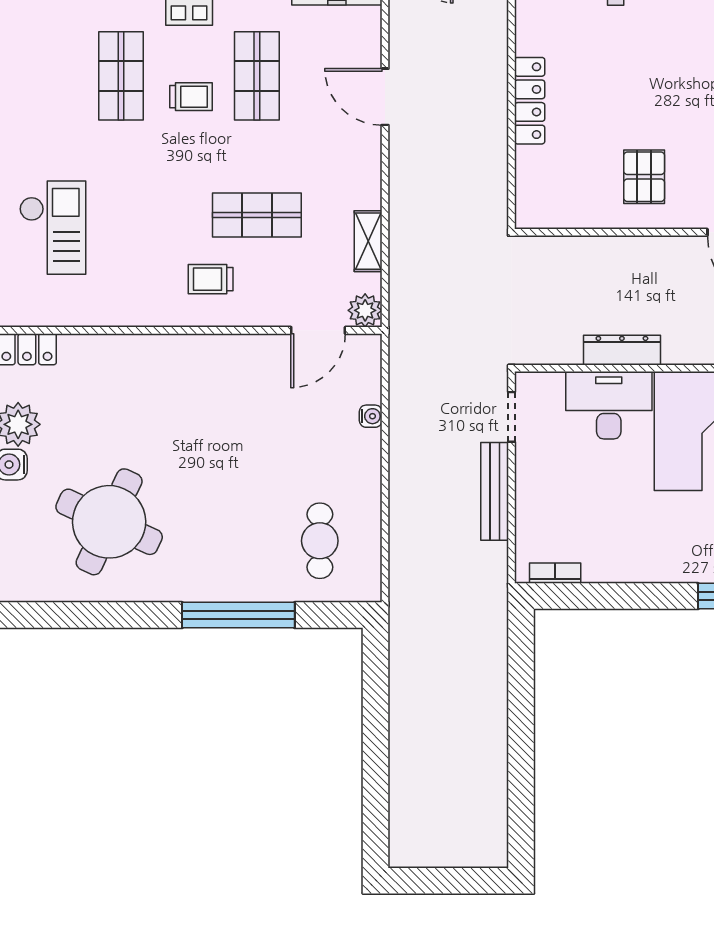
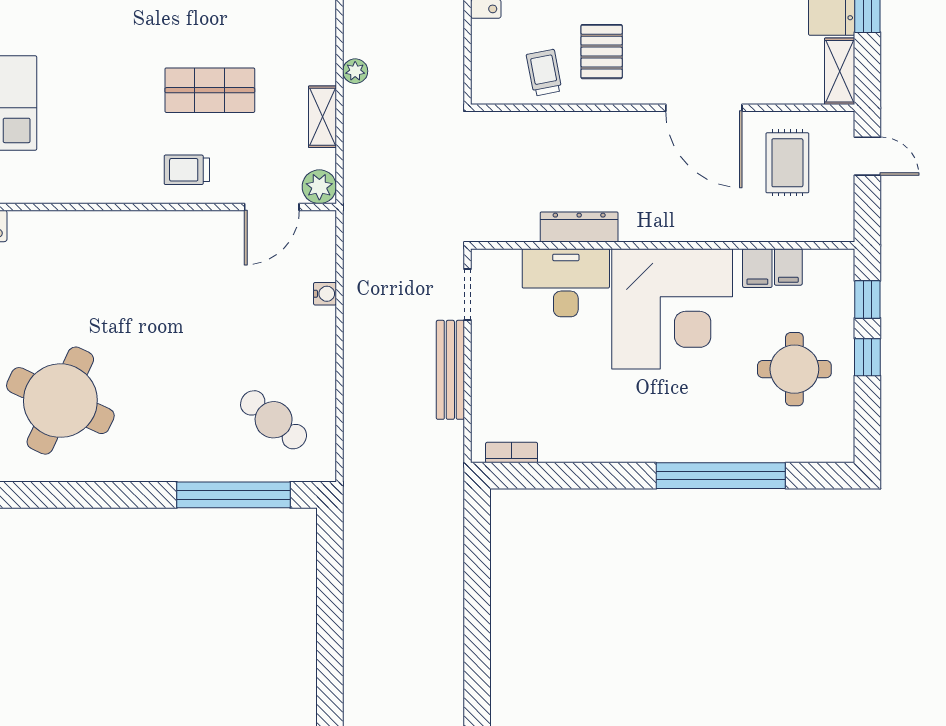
plant: (401, 196) -> (355, 71), added
trolley: (587, 198) -> (544, 73), added
trolley: (211, 279) -> (187, 170), moved
cafe table: (320, 541) -> (274, 420), turned -51
window: (238, 615) -> (233, 495), moved

